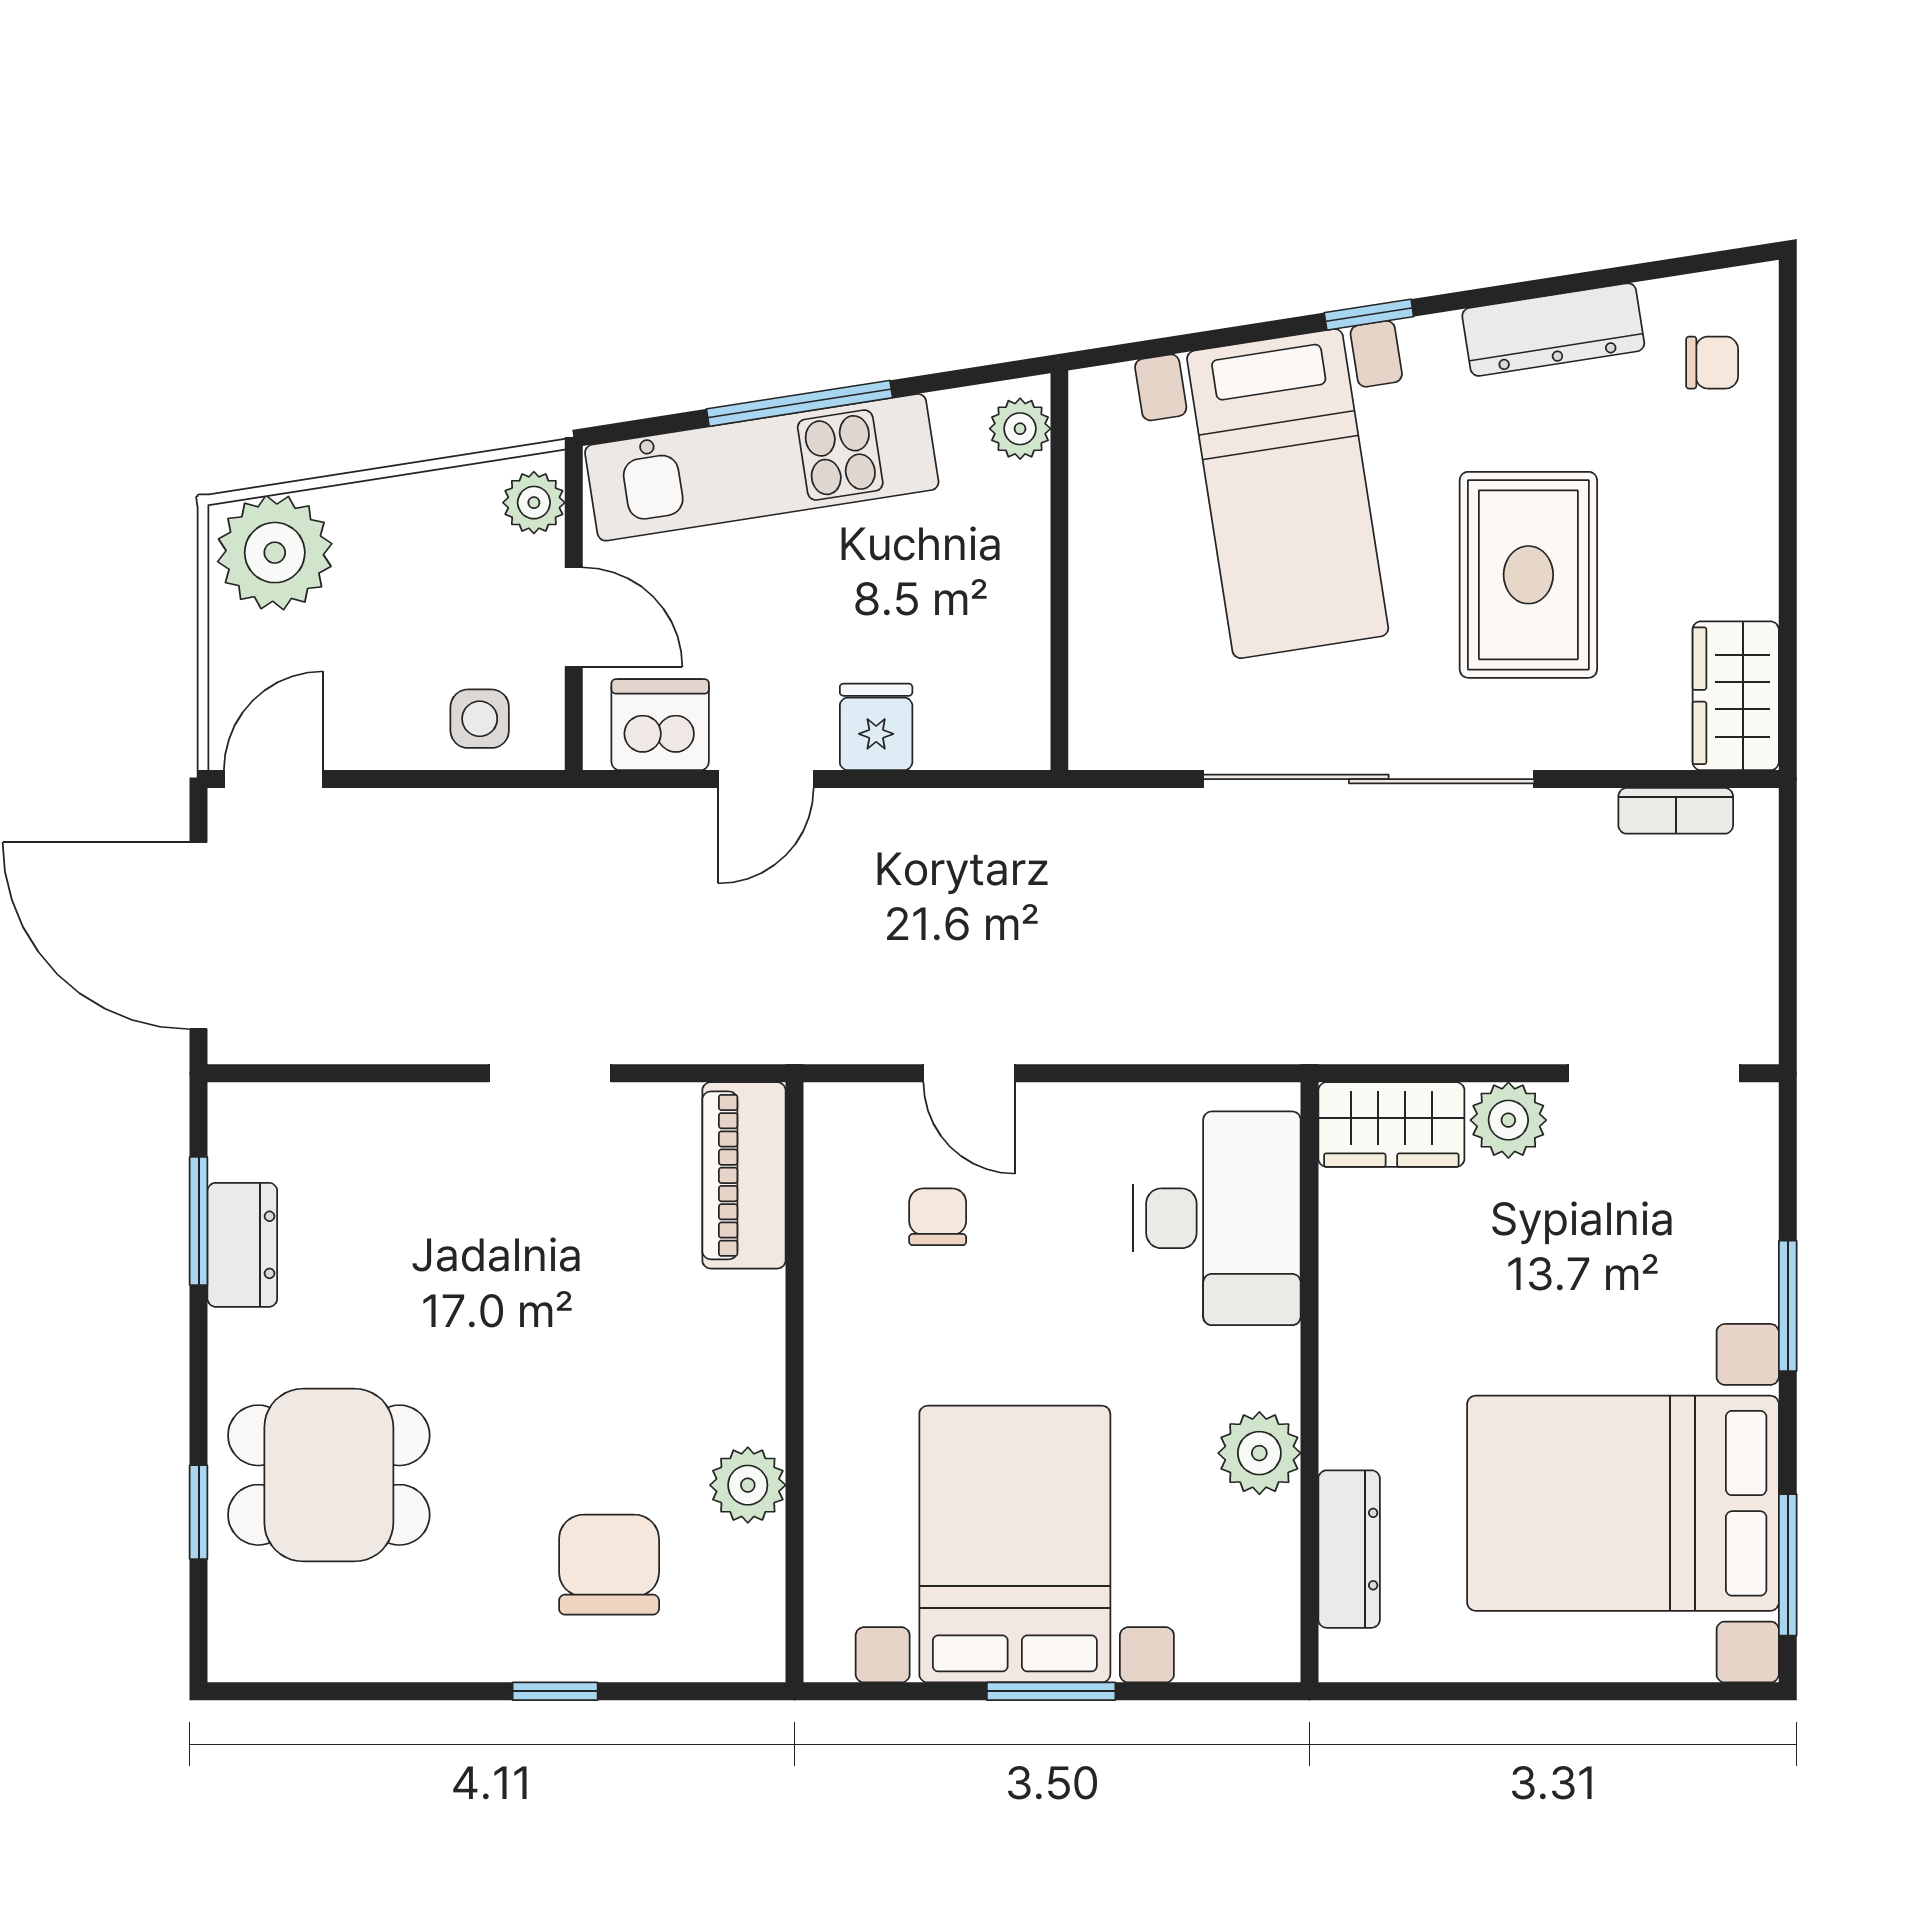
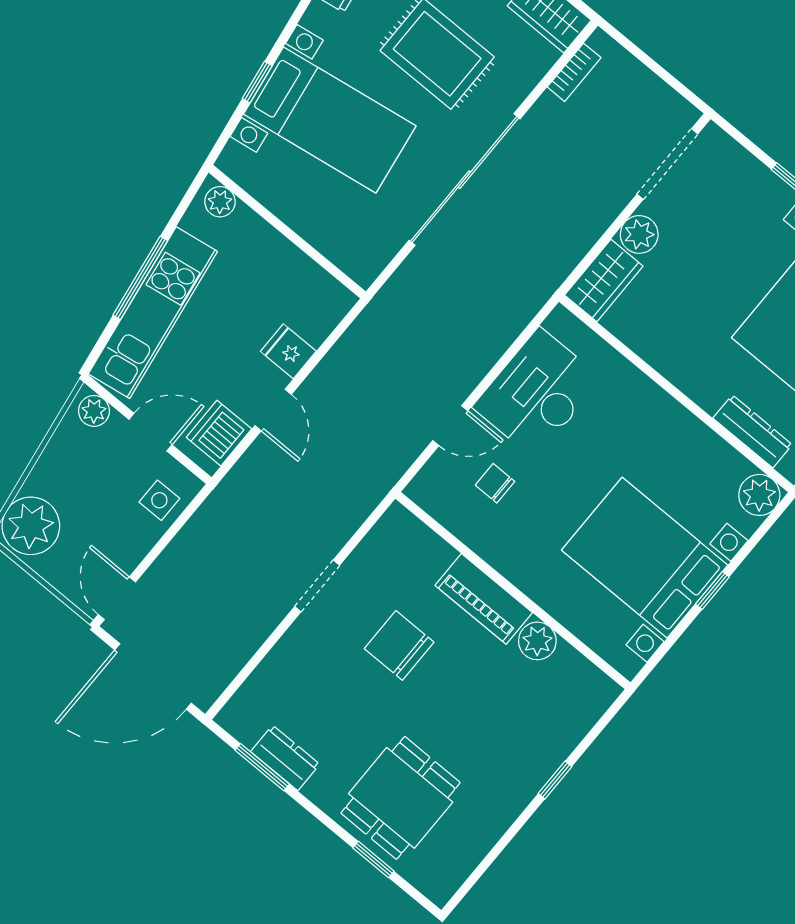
window: (1369, 315) -> (257, 82), moved
piano: (744, 1175) -> (484, 599), moved
desk: (1217, 1218) -> (537, 393), moved, turned -90
plant: (1259, 1453) -> (759, 495), moved
chair: (609, 1565) -> (399, 645), moved
window: (1051, 1691) -> (712, 590), width x0.67

